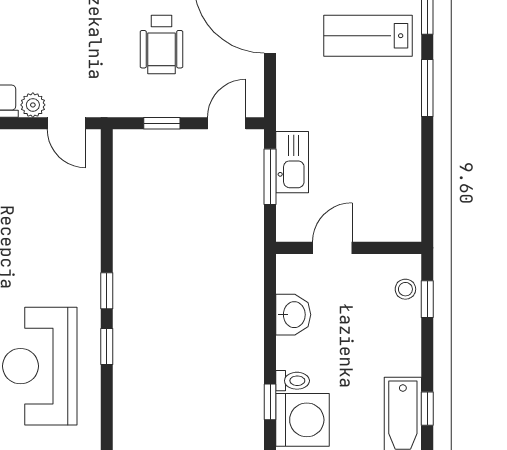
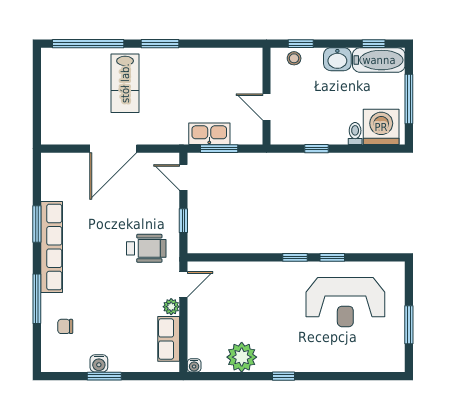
wheelchair: (161, 45) -> (146, 248), moved
washbasin: (293, 315) -> (337, 59), moved, turned 180
window: (270, 402) -> (316, 149), moved

